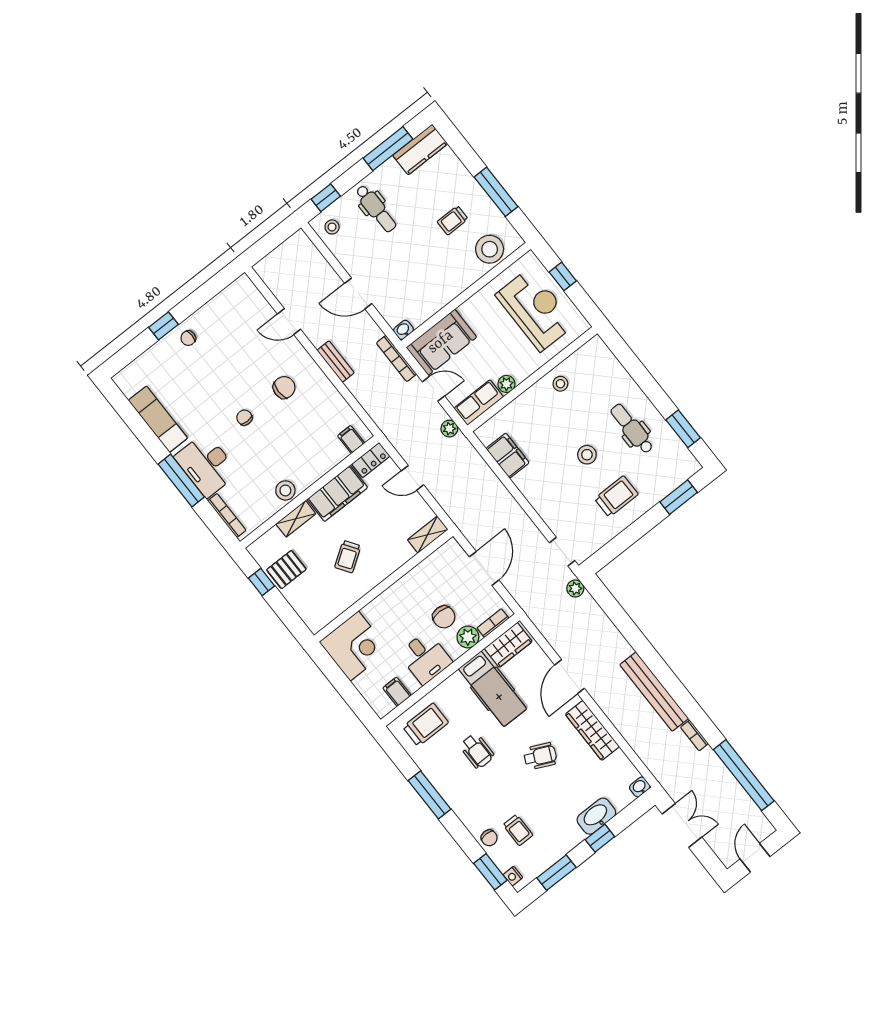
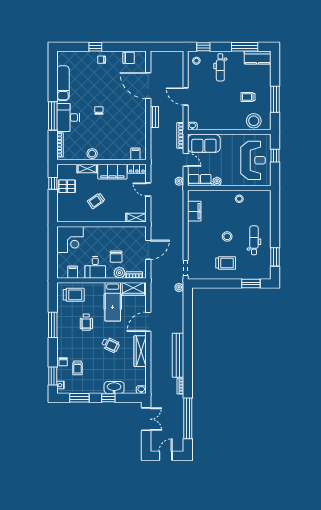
door: (289, 322) -> (148, 86), width x1.88
chair: (284, 387) -> (129, 58), moved

